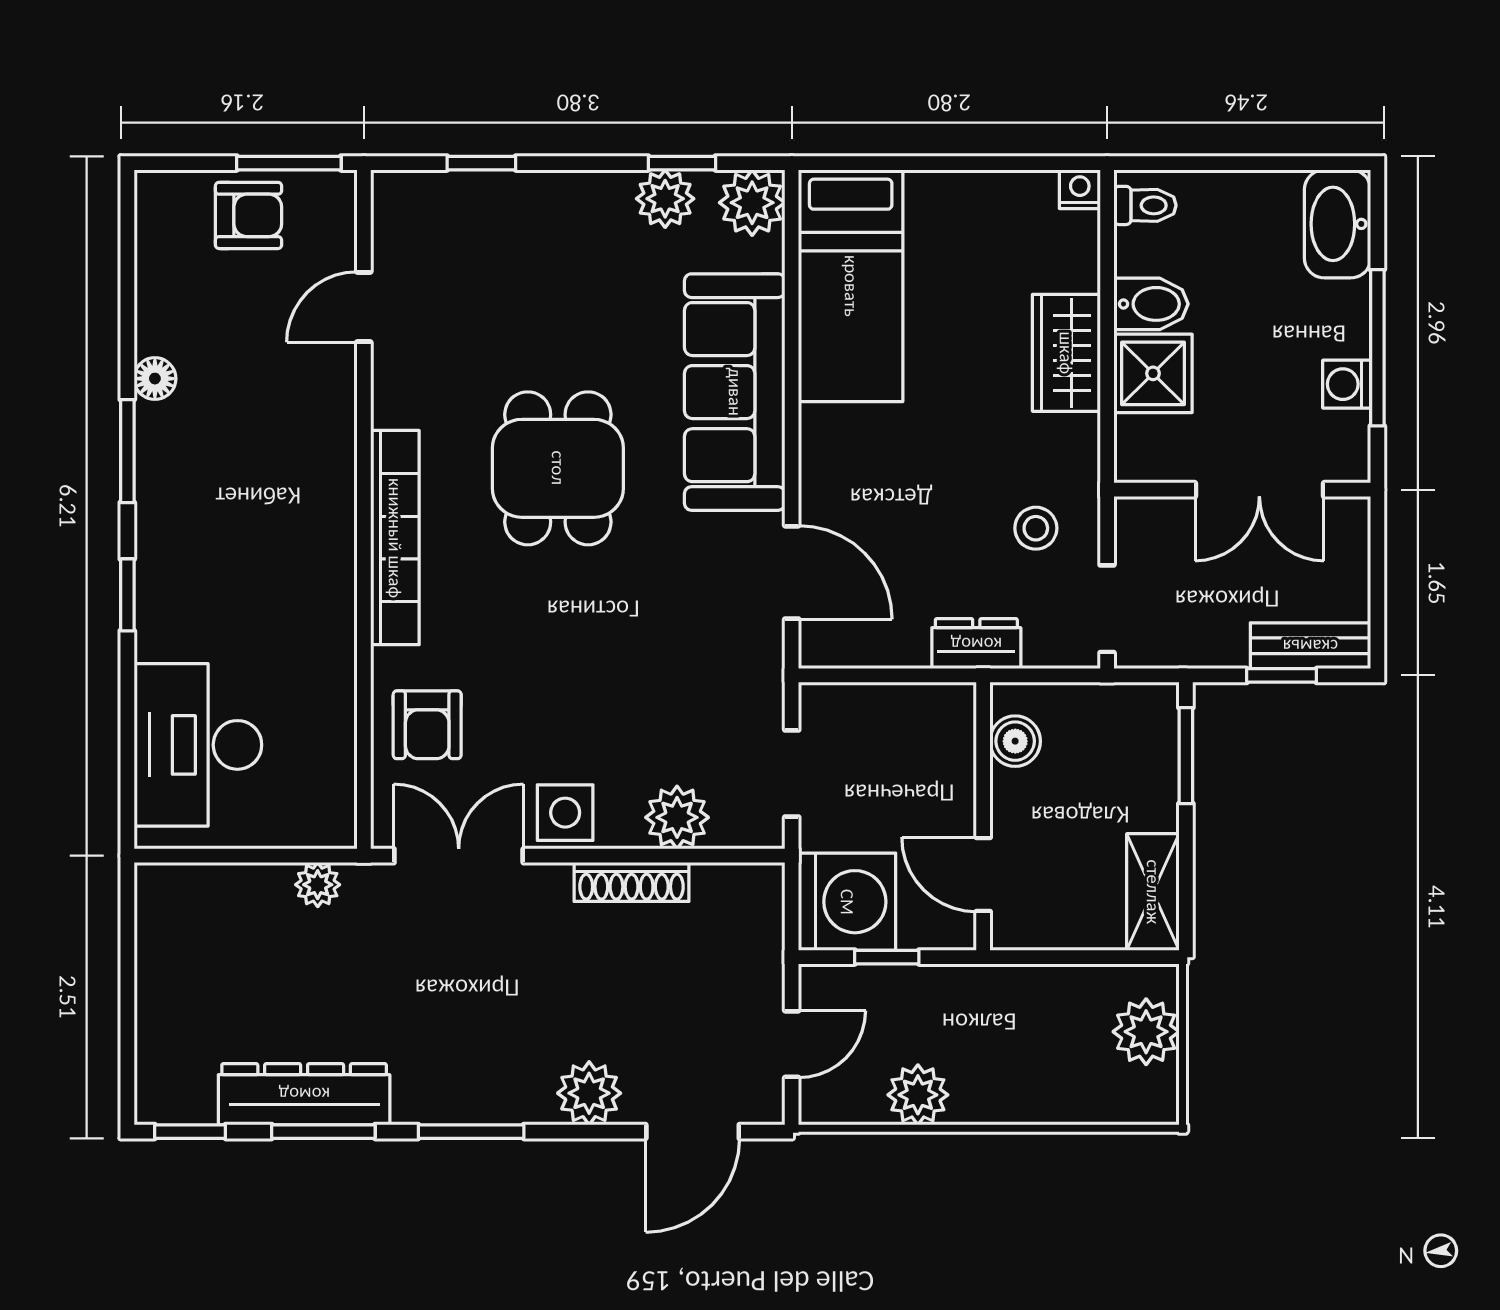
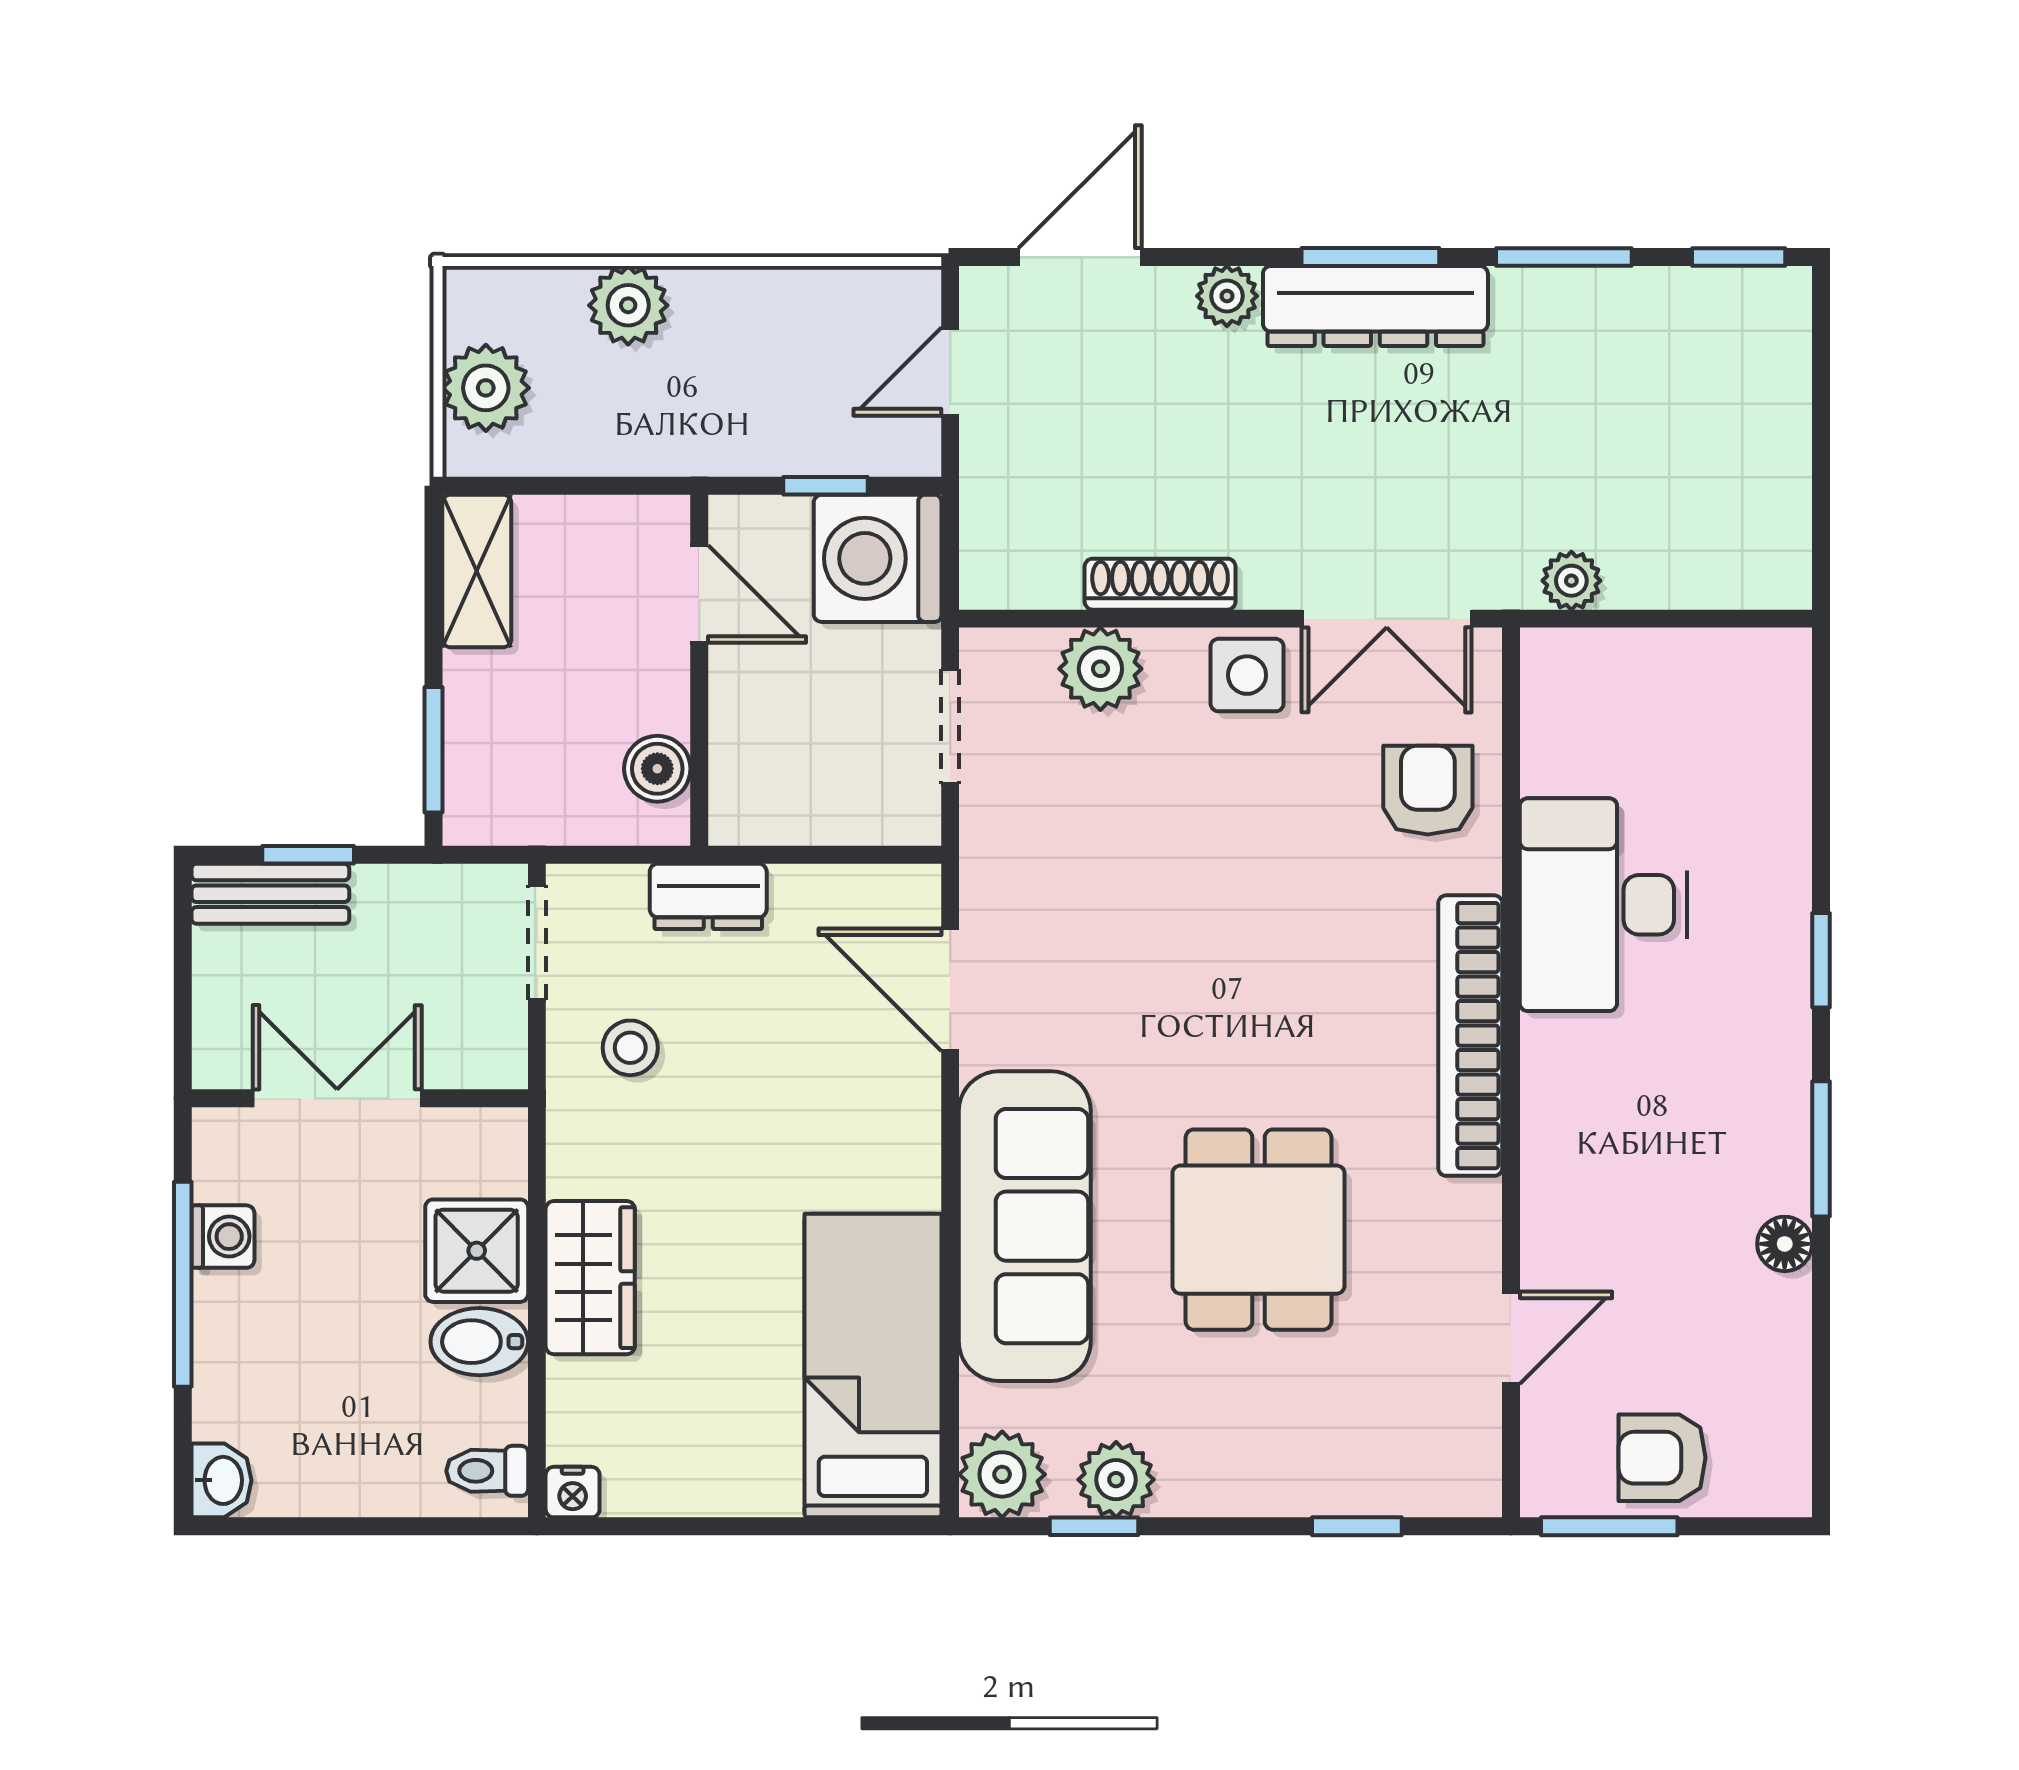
washbasin: (1338, 224) -> (221, 1480), width x0.52, depth x0.69
dining table: (558, 468) -> (1259, 1230), moved
desk: (198, 745) -> (1604, 905), moved, turned 180
plant: (589, 1093) -> (1227, 296), width x0.73, depth x0.73
dresser: (304, 1094) -> (1375, 306), moved
plant: (918, 1095) -> (628, 305), moved

